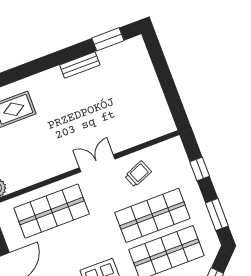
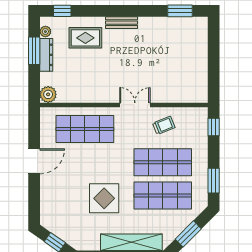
bench: (80, 65) -> (122, 23), moved
window: (200, 169) -> (214, 127), moved

